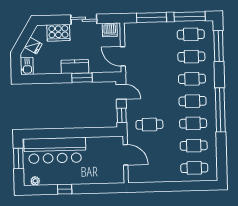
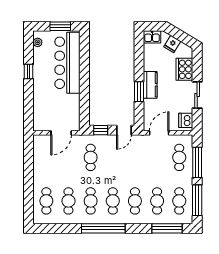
cafe table: (147, 36) -> (179, 157), added

